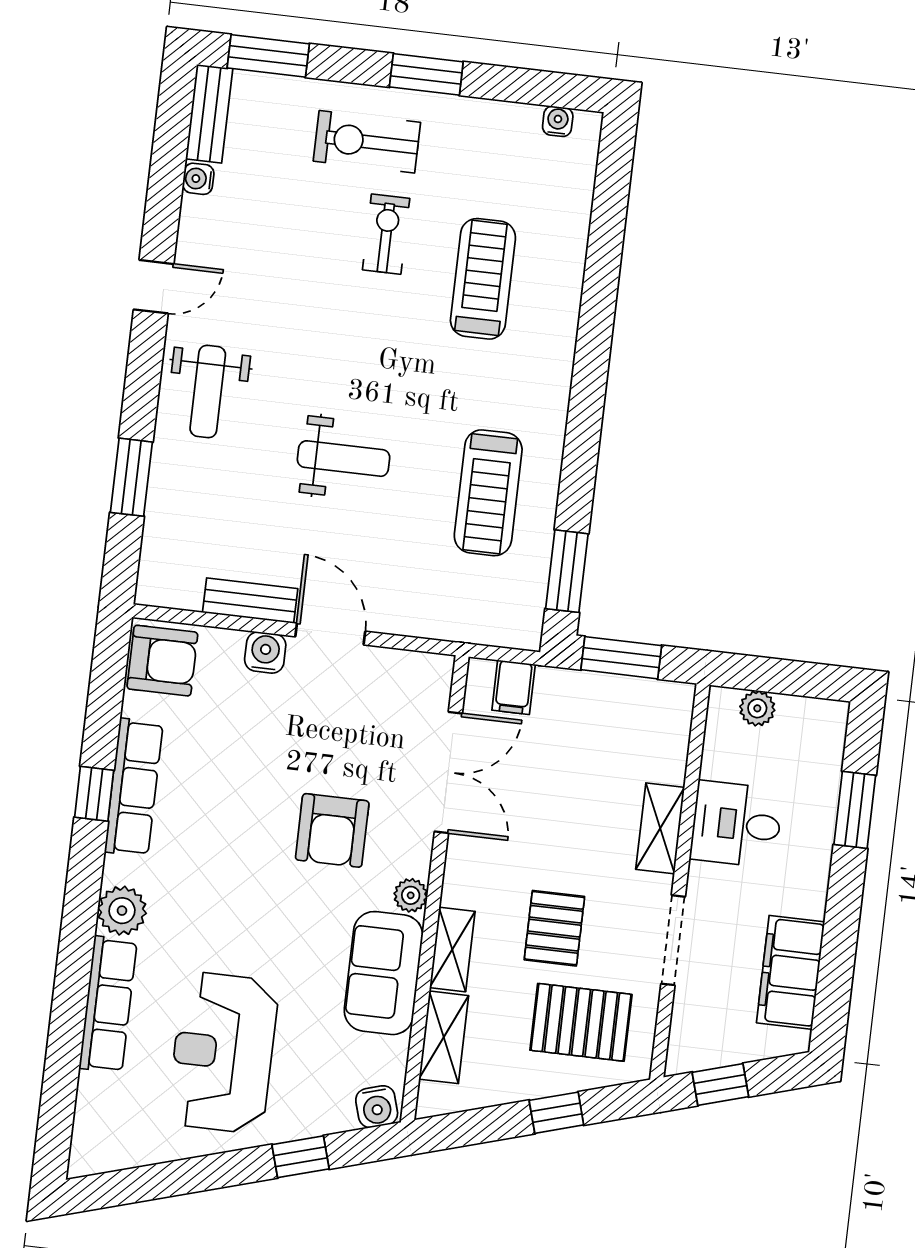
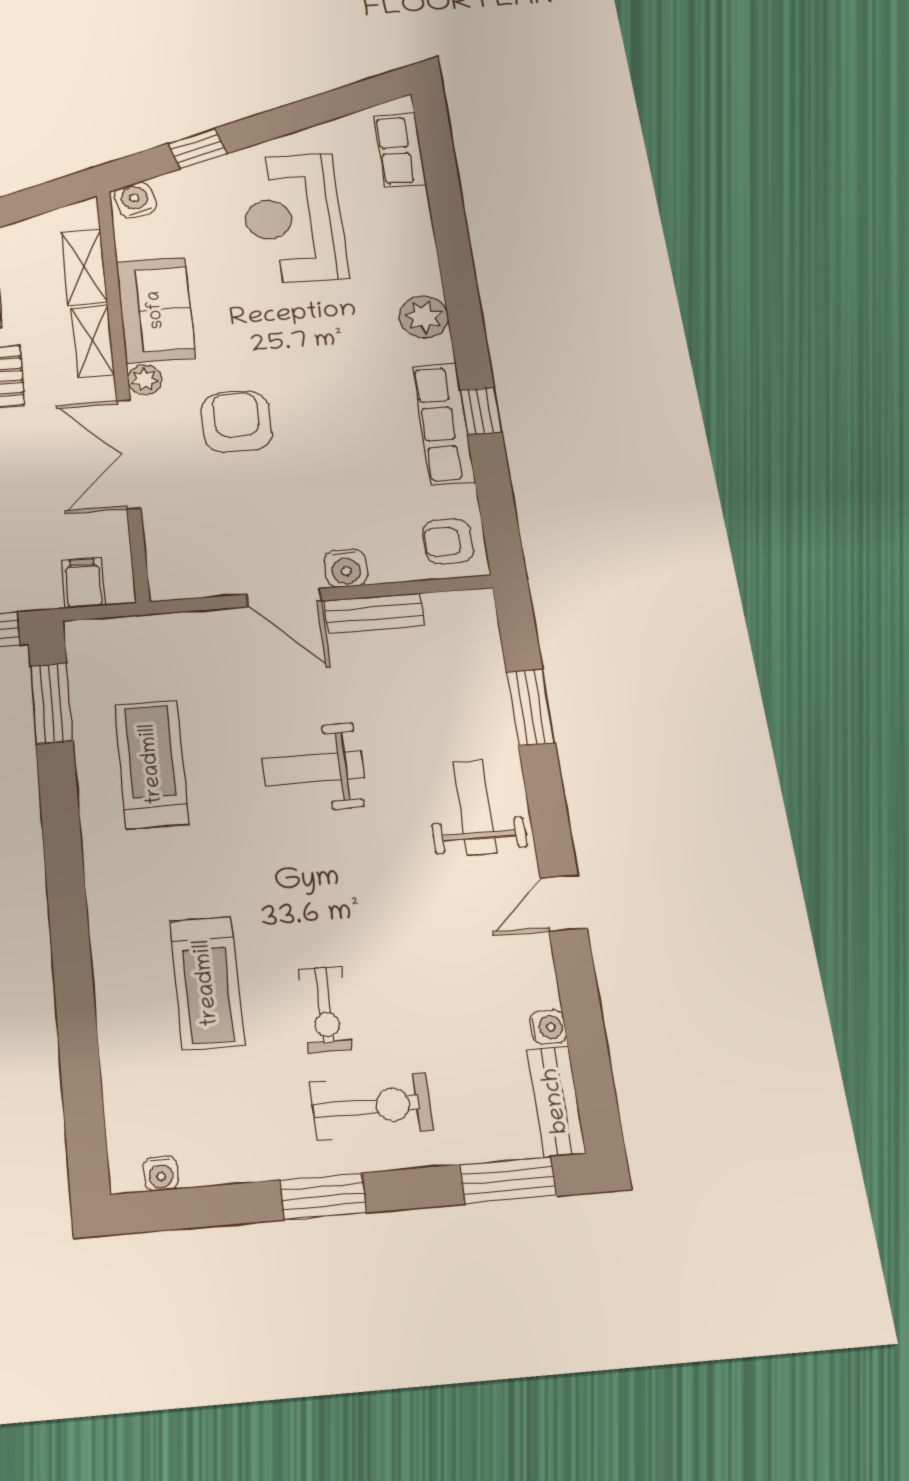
armchair: (162, 661) -> (448, 541), width x0.72, depth x0.72
double door: (448, 773) -> (129, 454), moved
row of seats: (108, 1004) -> (400, 150), moved, width x0.68
reception desk: (223, 1053) -> (293, 218), turned 180

